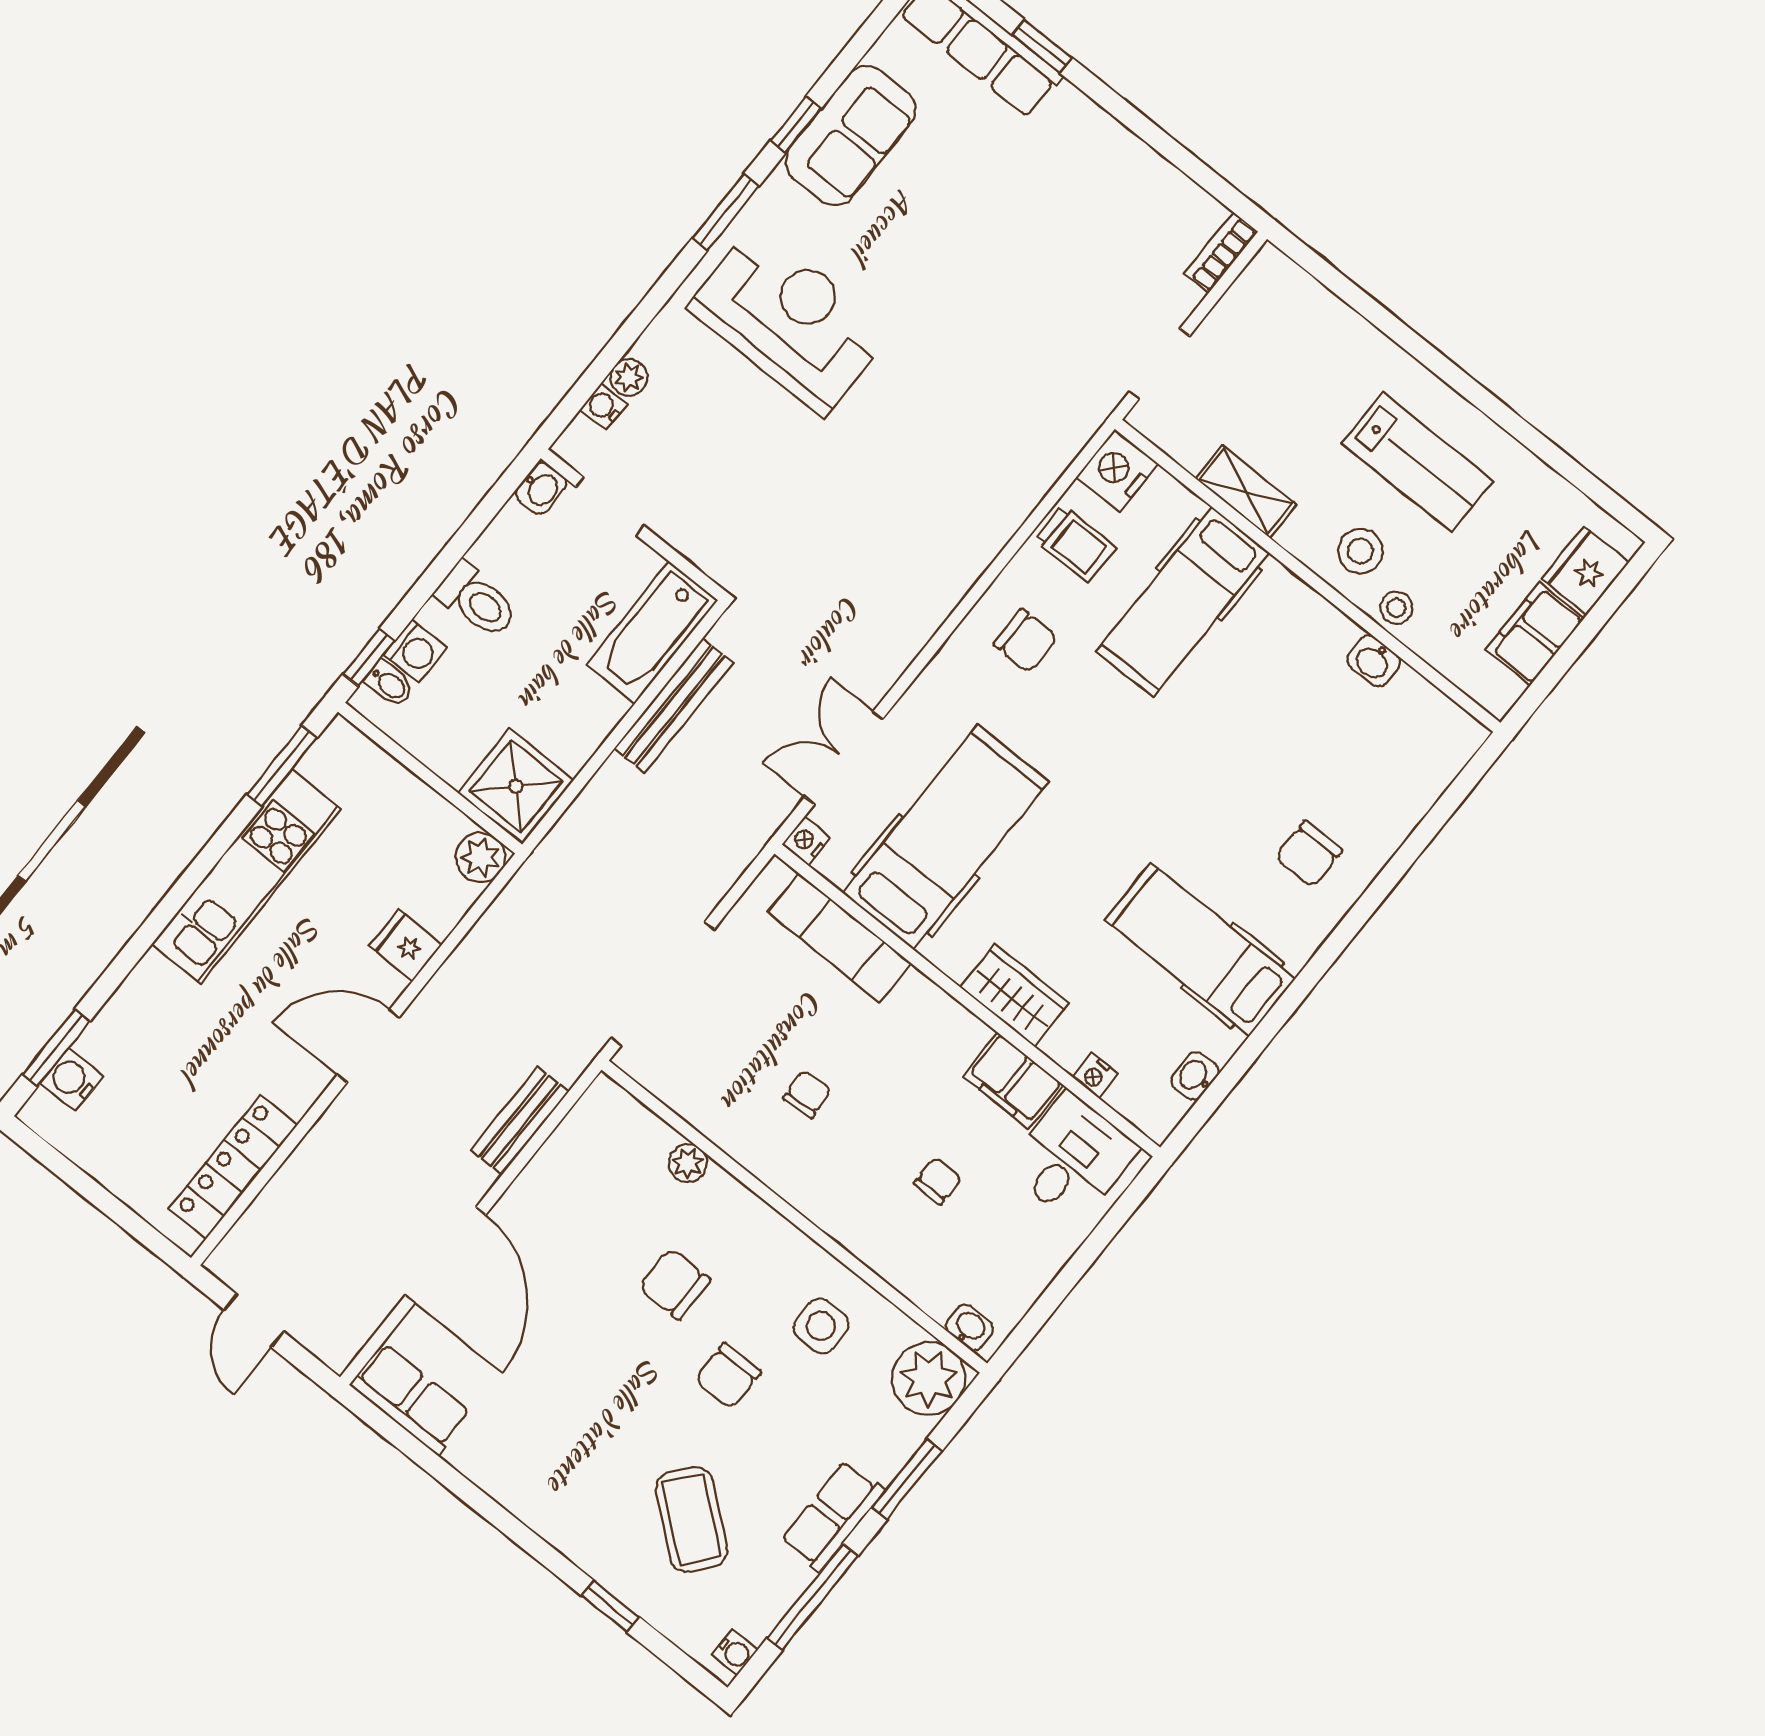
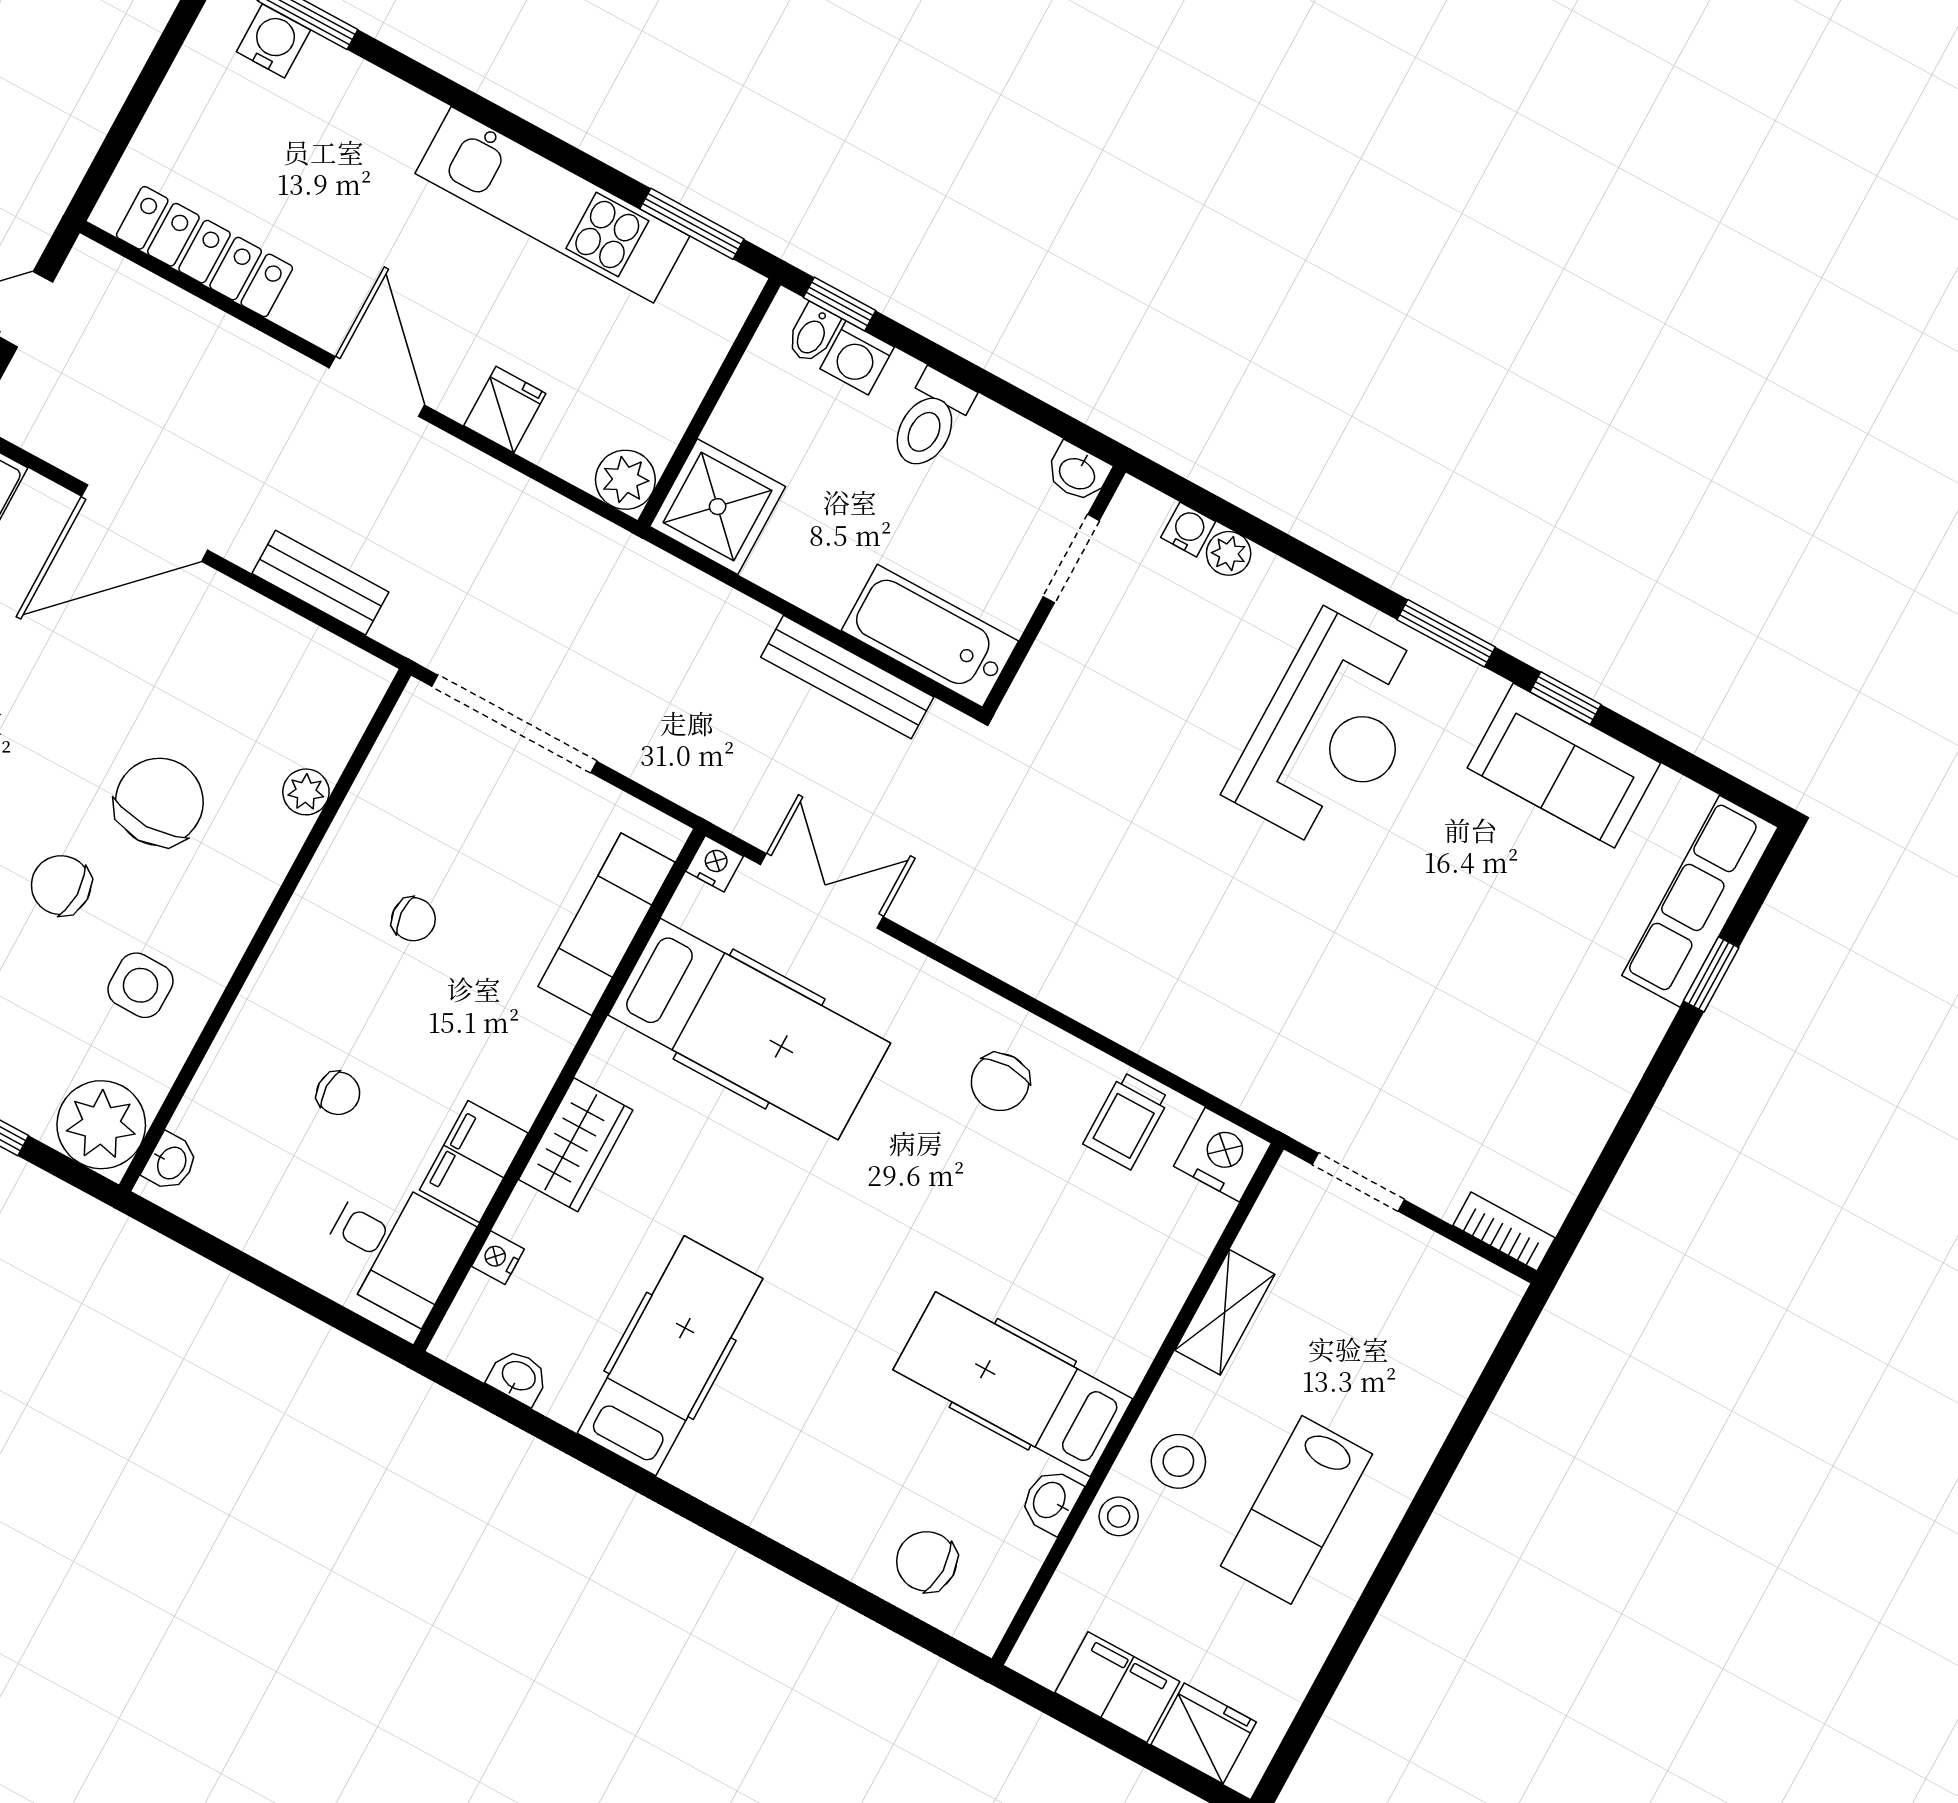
hospital bed: (1183, 602) -> (1013, 1384), moved
chair: (1309, 854) -> (927, 1561), moved
chair: (674, 1284) -> (159, 802), width x1.37, depth x1.37

